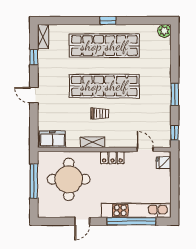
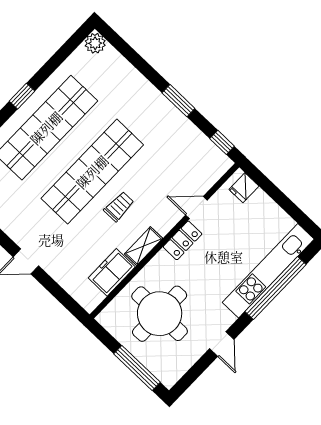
freezer: (52, 139) -> (112, 272), moved
door: (145, 150) -> (196, 208), moved
window: (34, 181) -> (137, 368), moved

